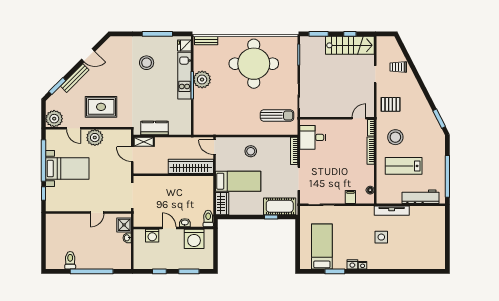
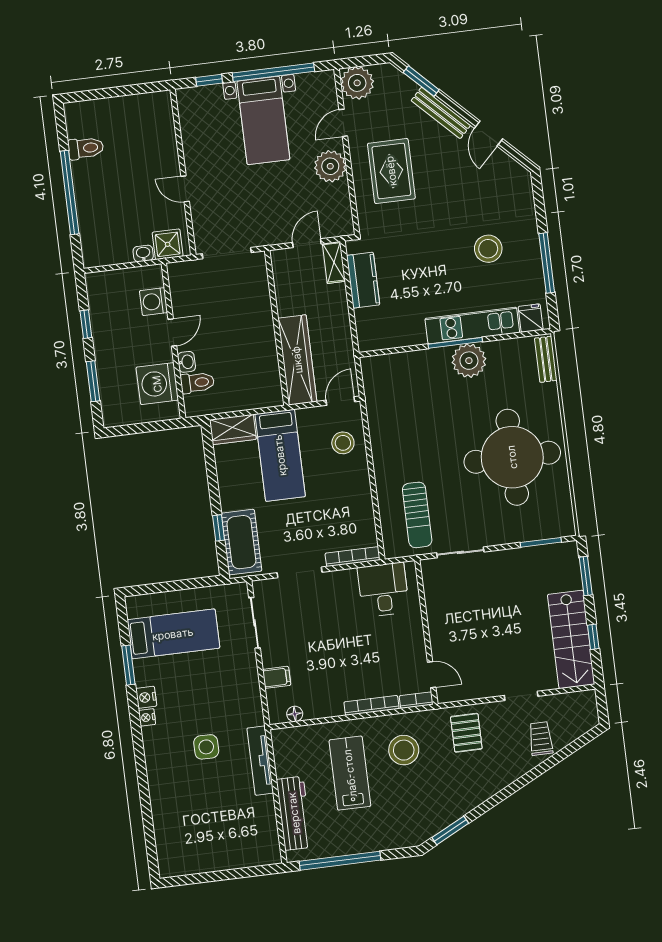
stool: (251, 151) -> (343, 443), moved
toilet: (208, 219) -> (197, 383), moved

